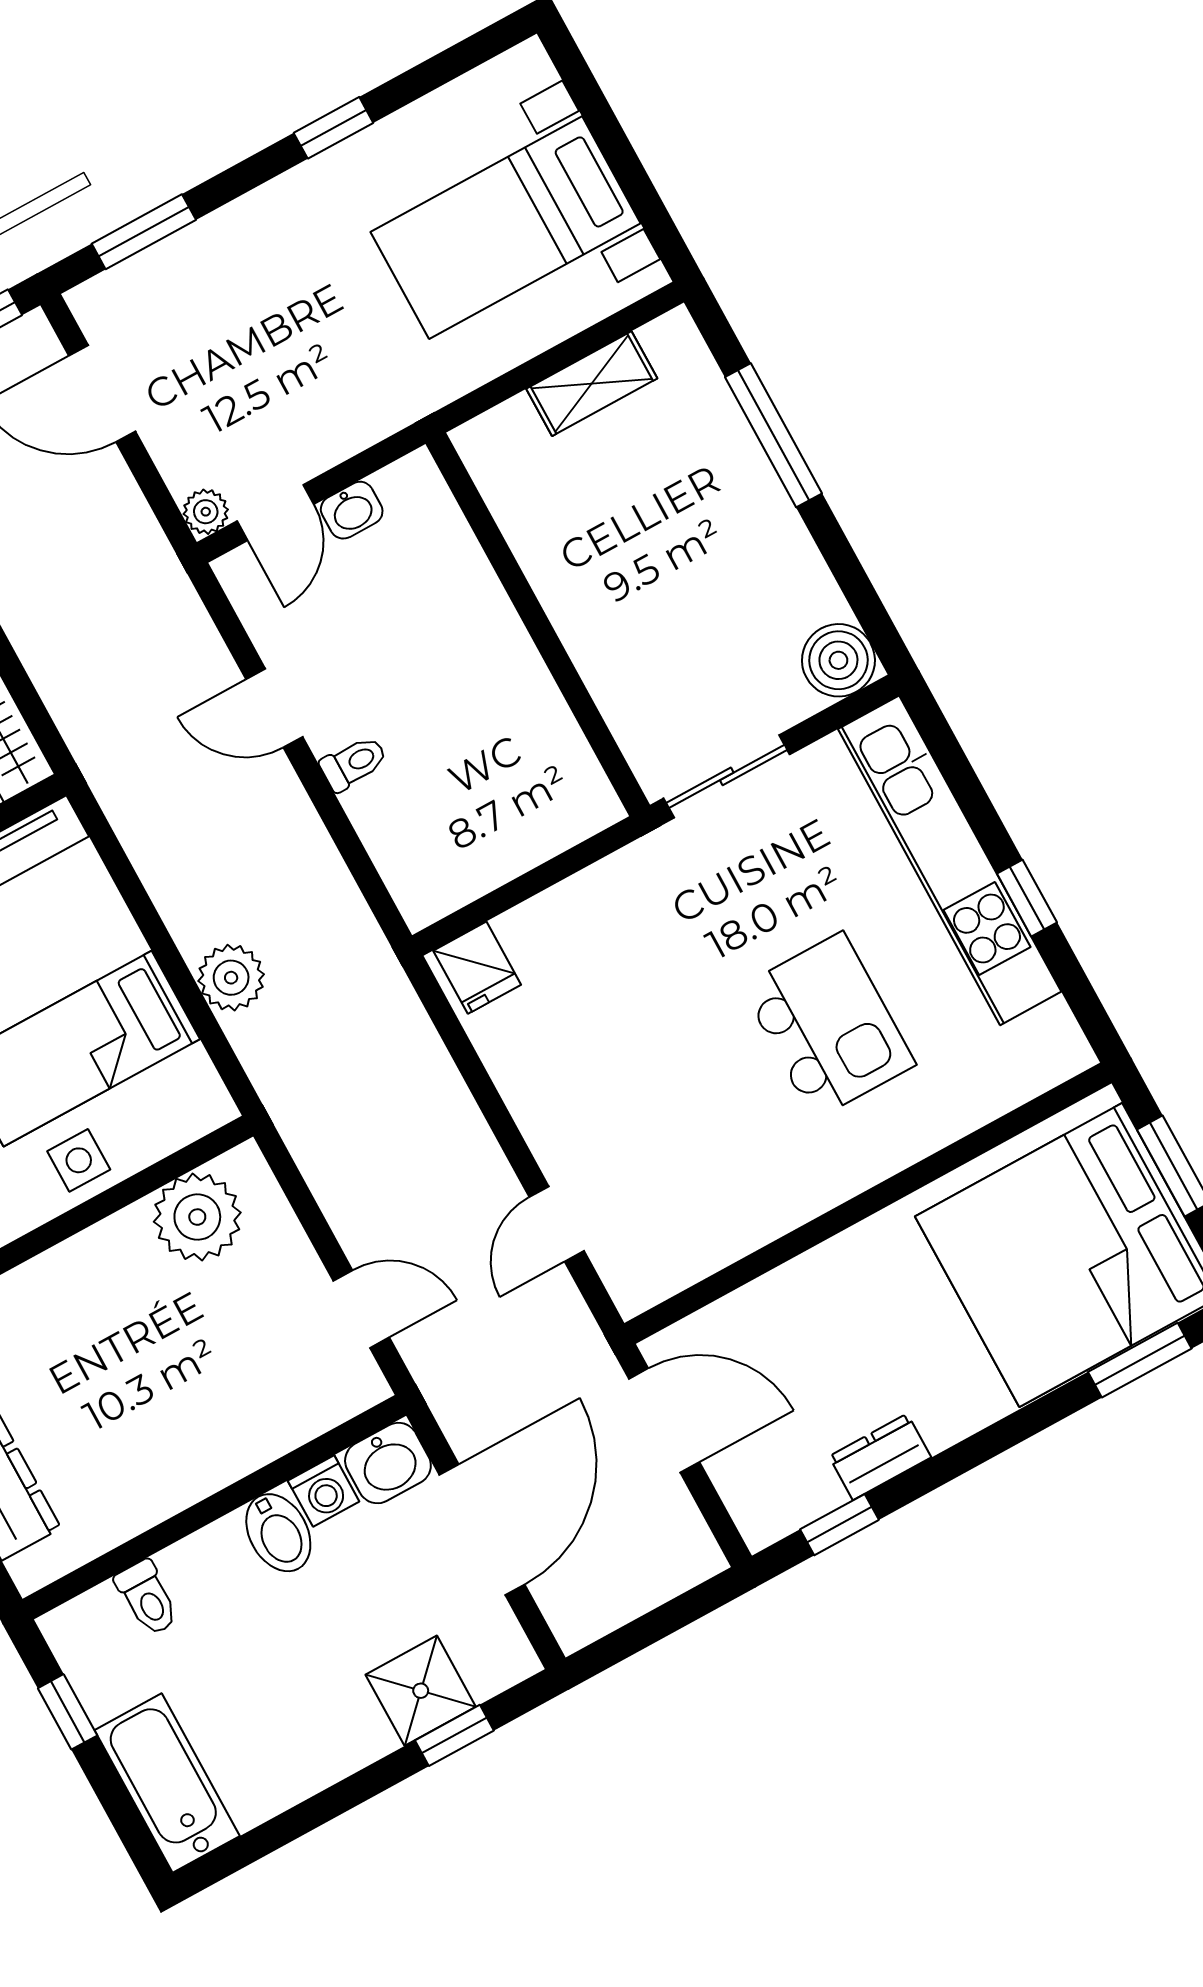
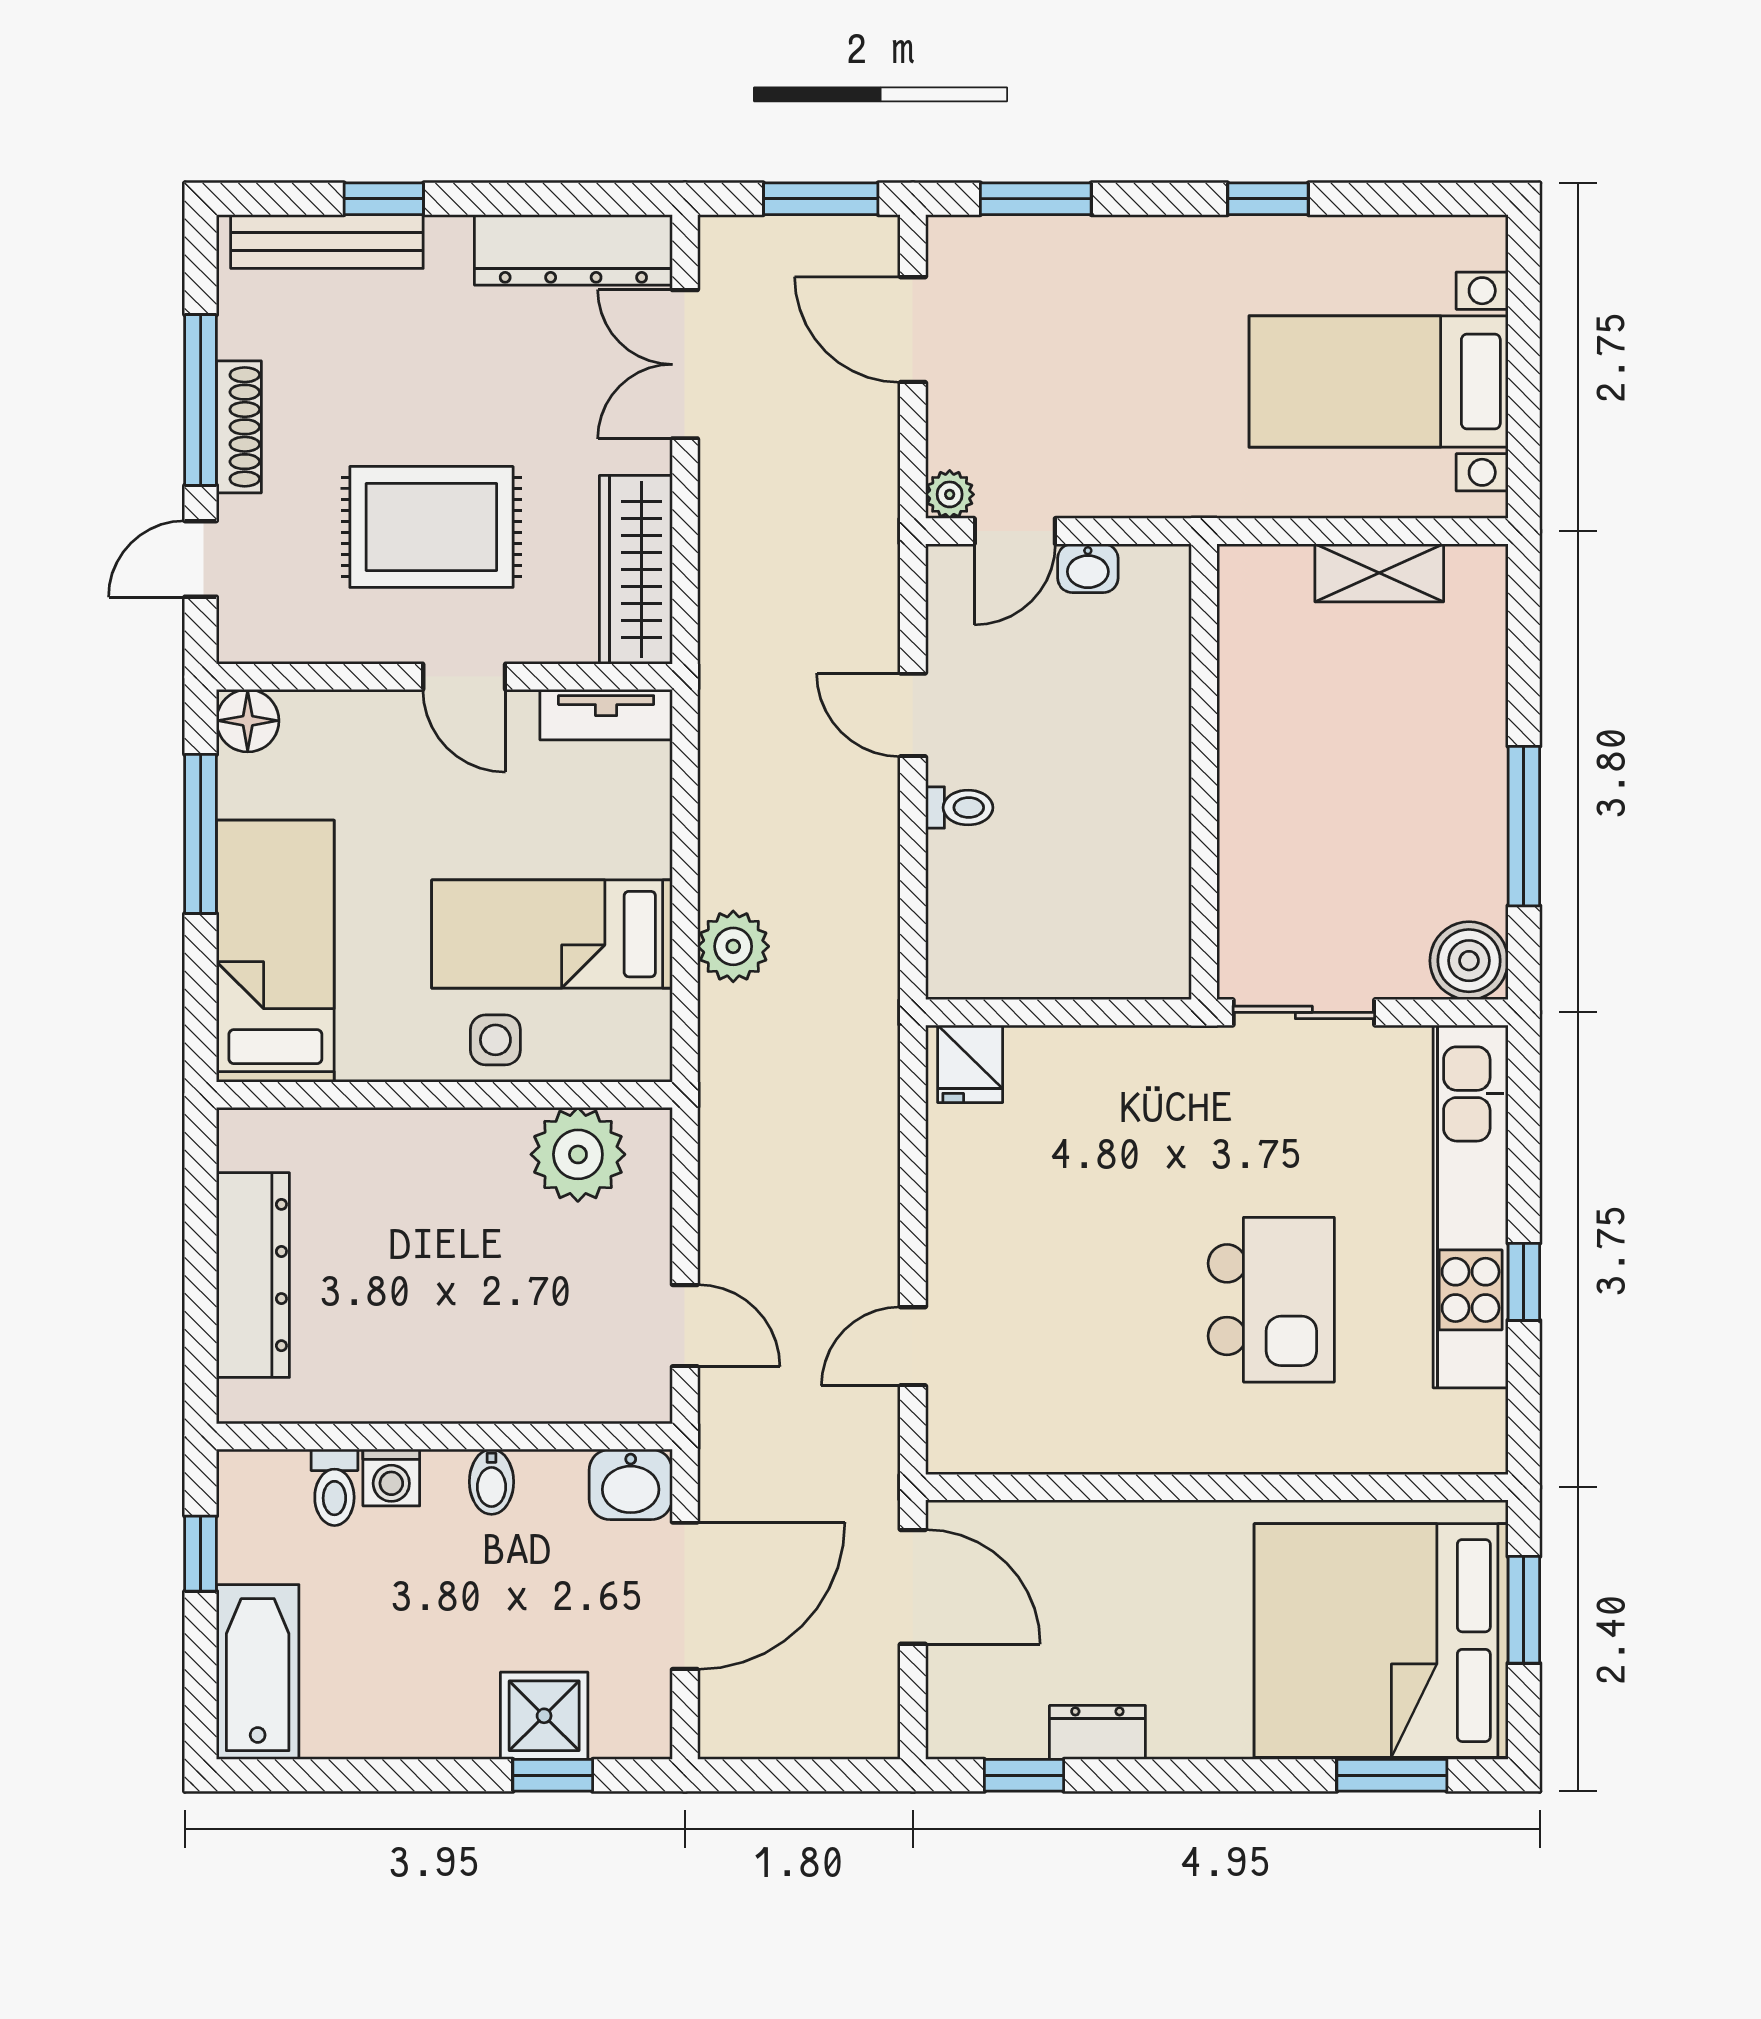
window: (774, 435) -> (1524, 826), moved
washing machine: (324, 1491) -> (391, 1478), moved
bidet: (278, 1533) -> (492, 1482), width x0.72, depth x0.74

